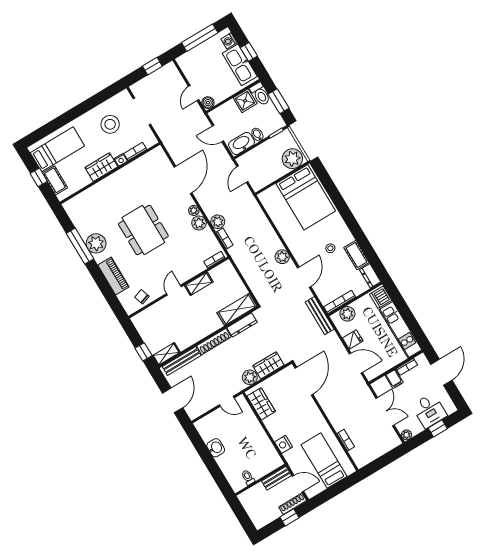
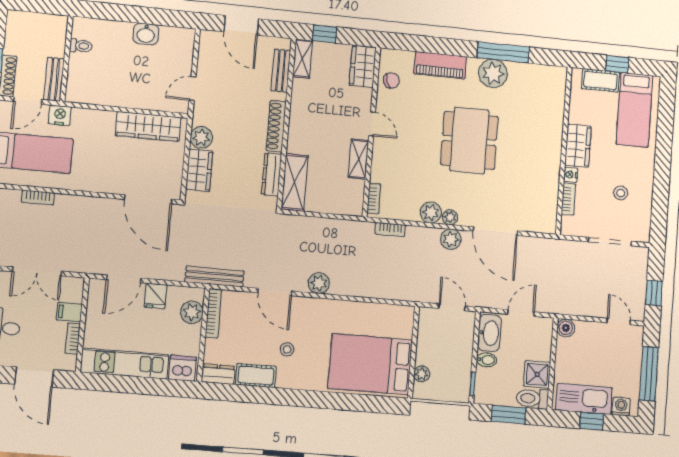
door: (194, 93) -> (619, 321), moved
stool: (110, 124) -> (621, 193), width x0.53, depth x0.53
plant: (292, 159) -> (422, 374), width x0.53, depth x0.53
plant: (218, 222) -> (451, 239), moved
dining table: (143, 230) -> (469, 140), turned 90
wardrobe: (146, 318) -> (363, 66), added
bench: (182, 361) -> (281, 71), width x0.73
wardrobe: (261, 404) -> (148, 126), width x1.50
nightstand: (284, 444) -> (60, 115), moved

